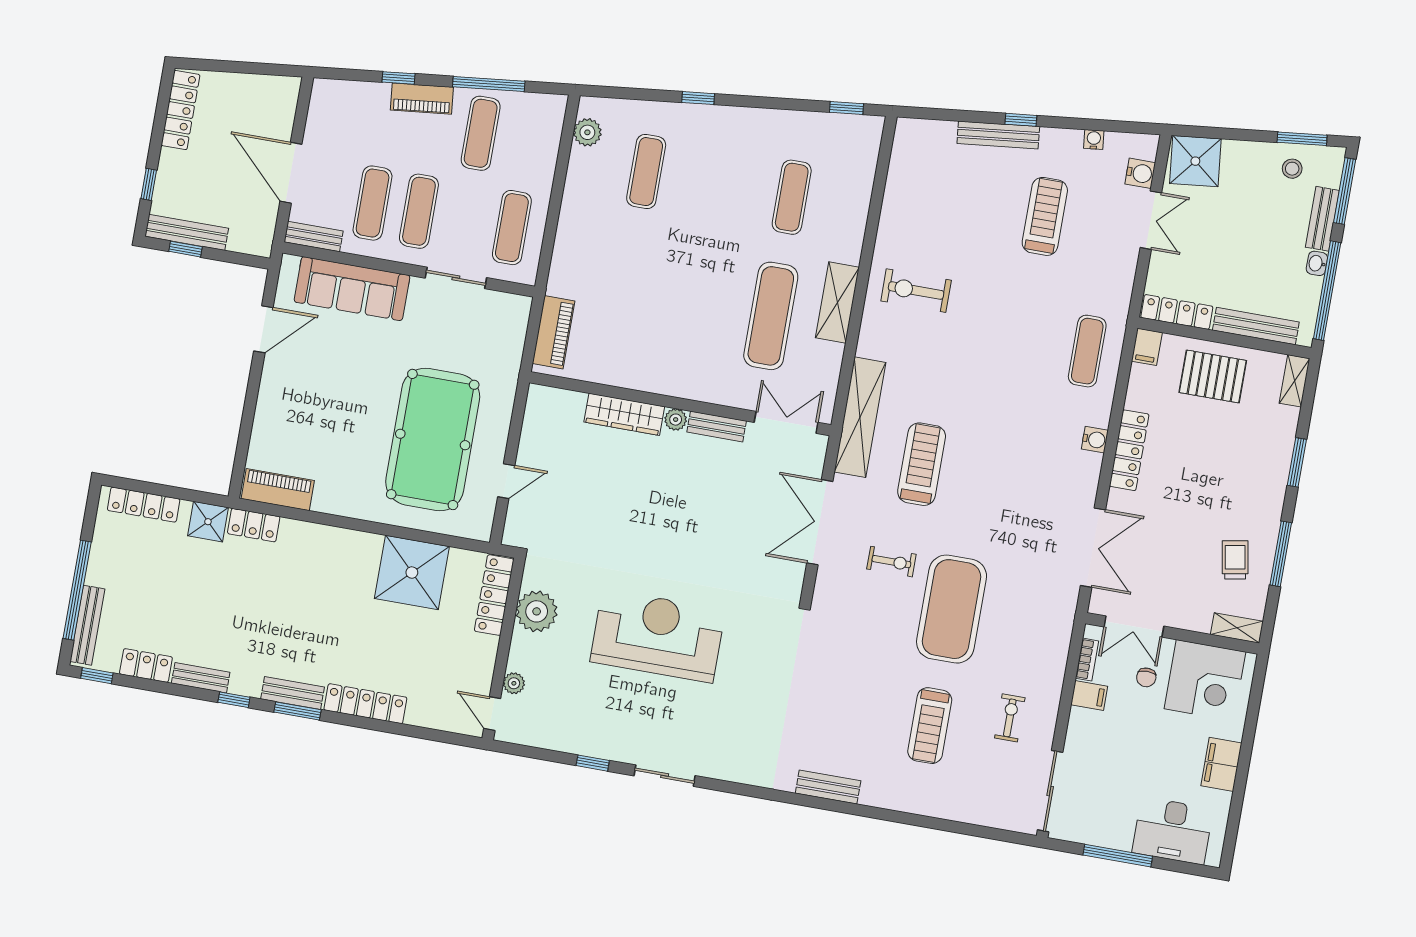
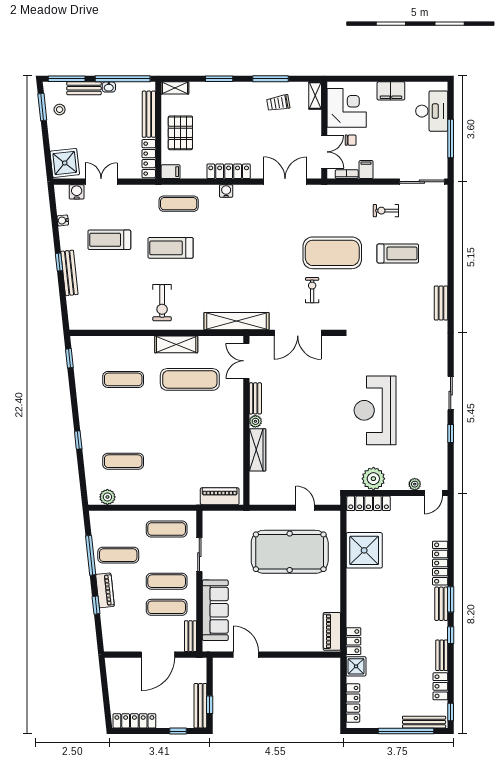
treadmill: (922, 464) -> (171, 248), moved

